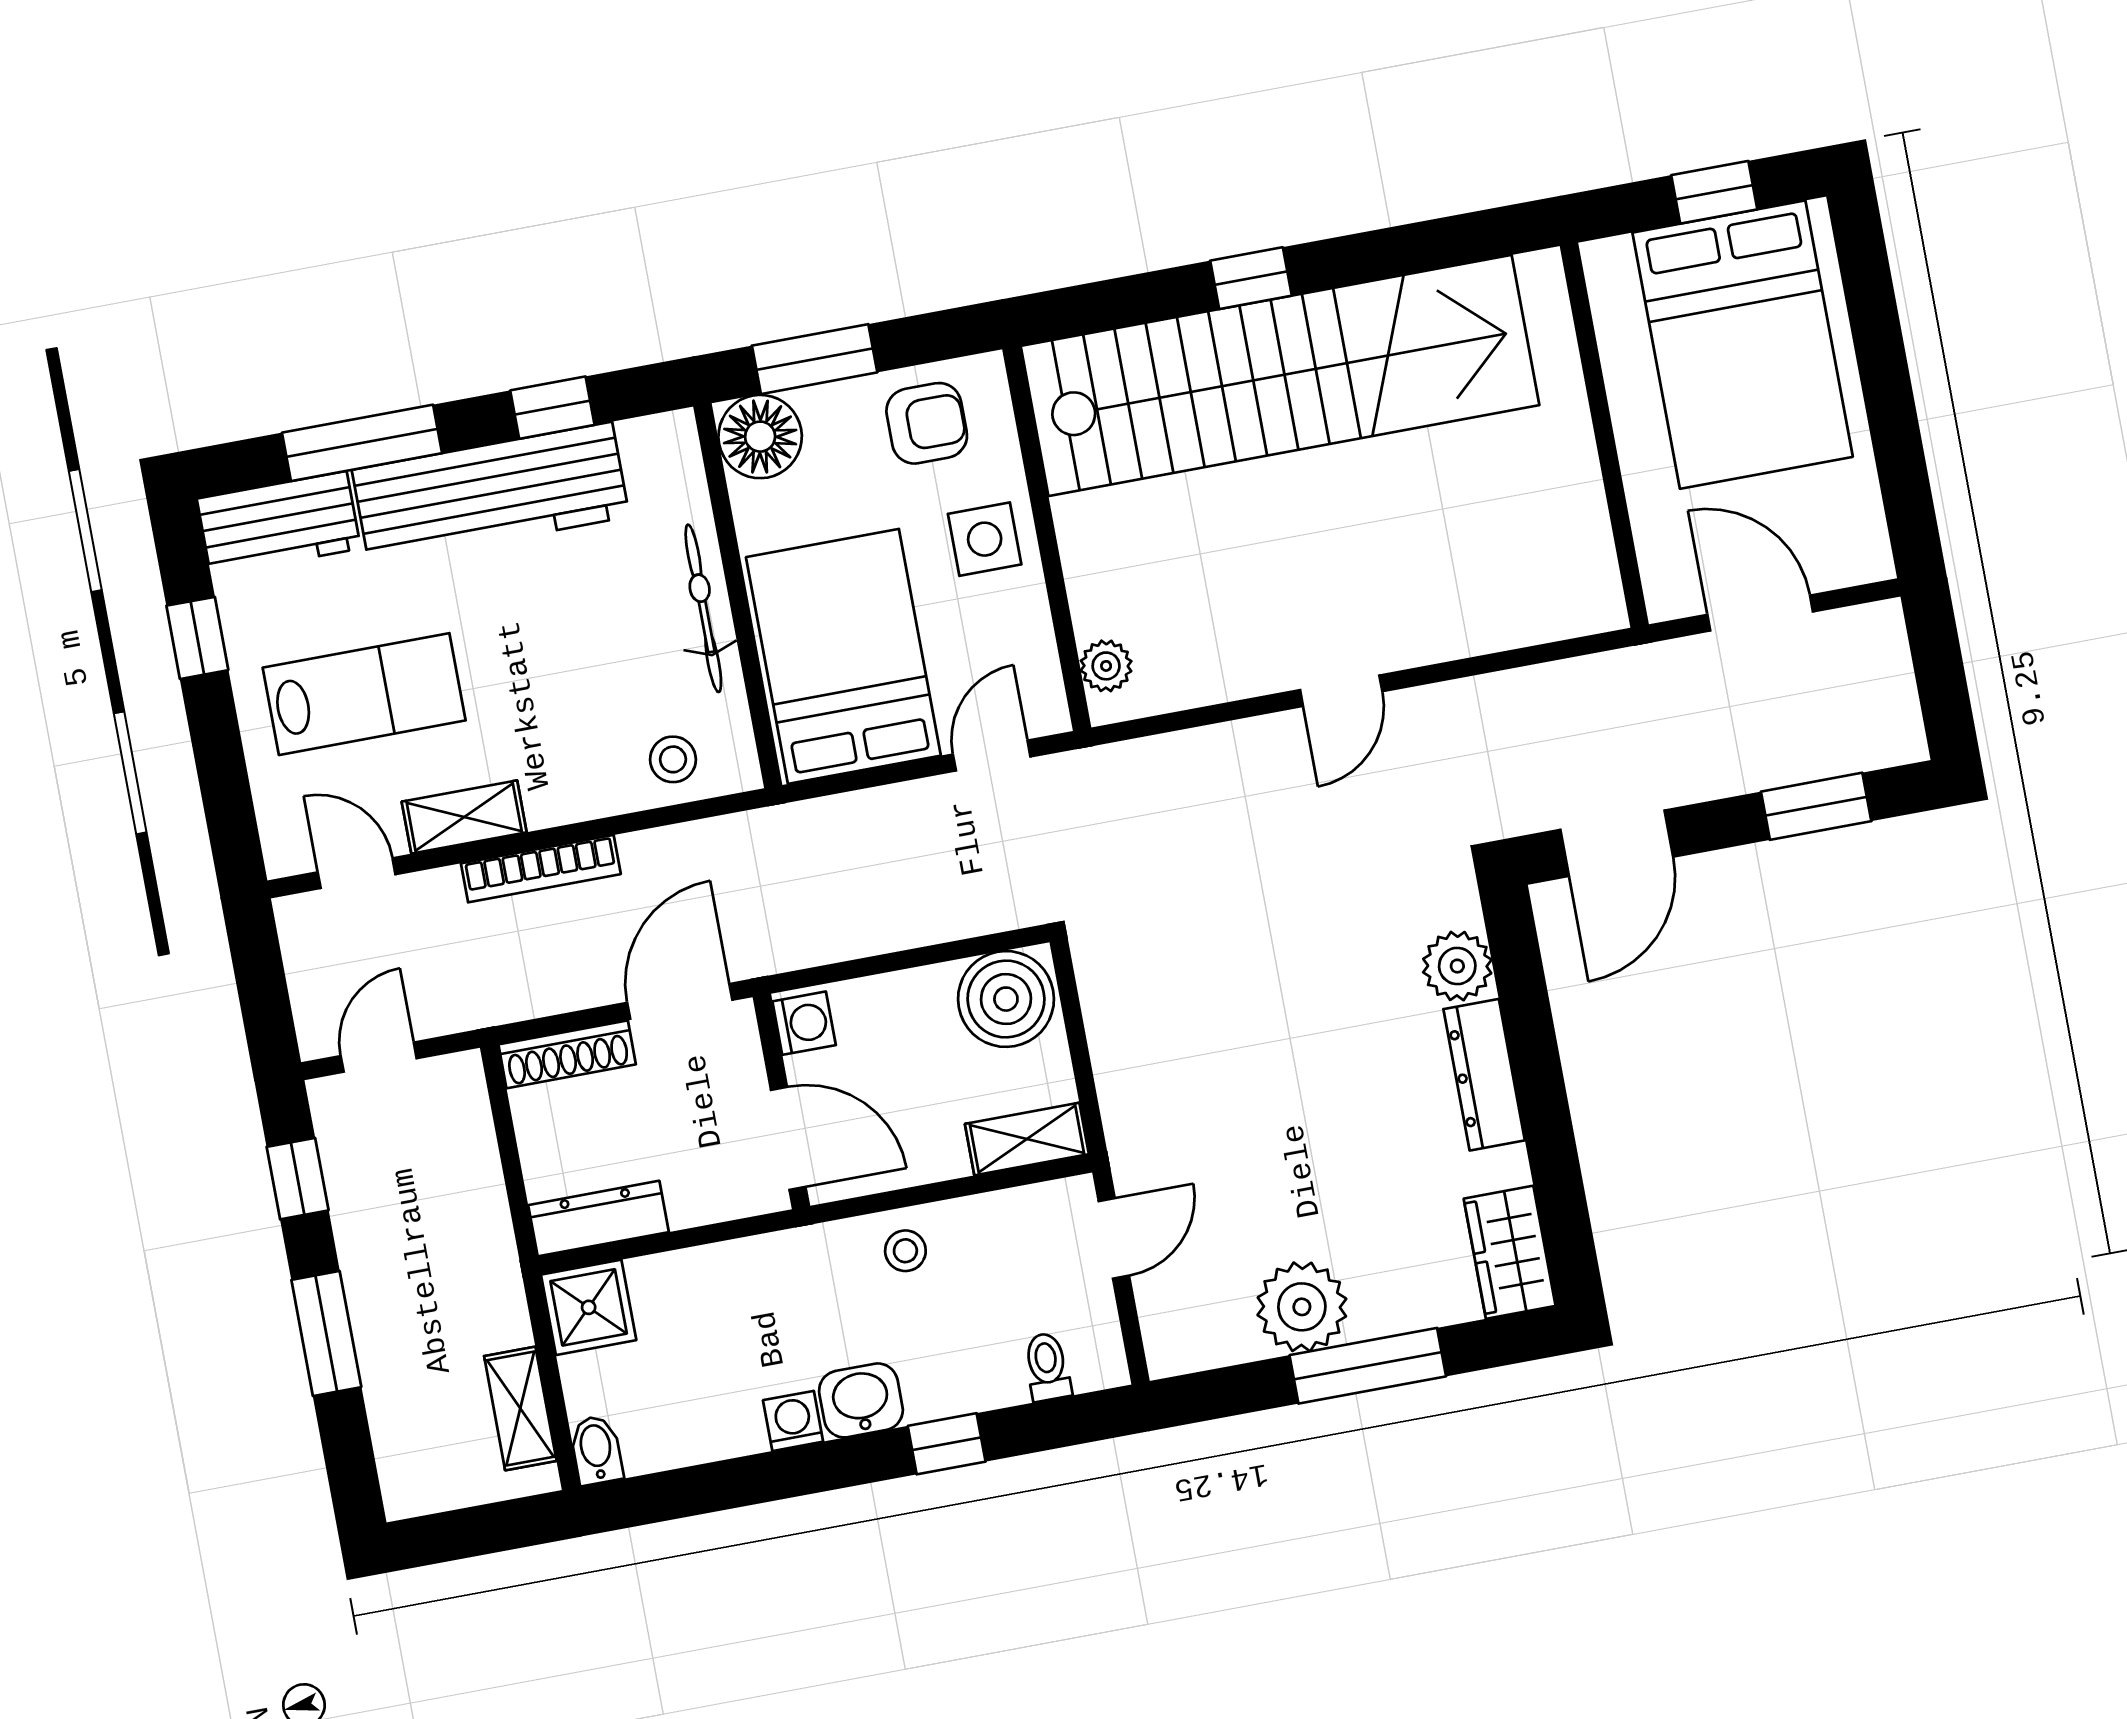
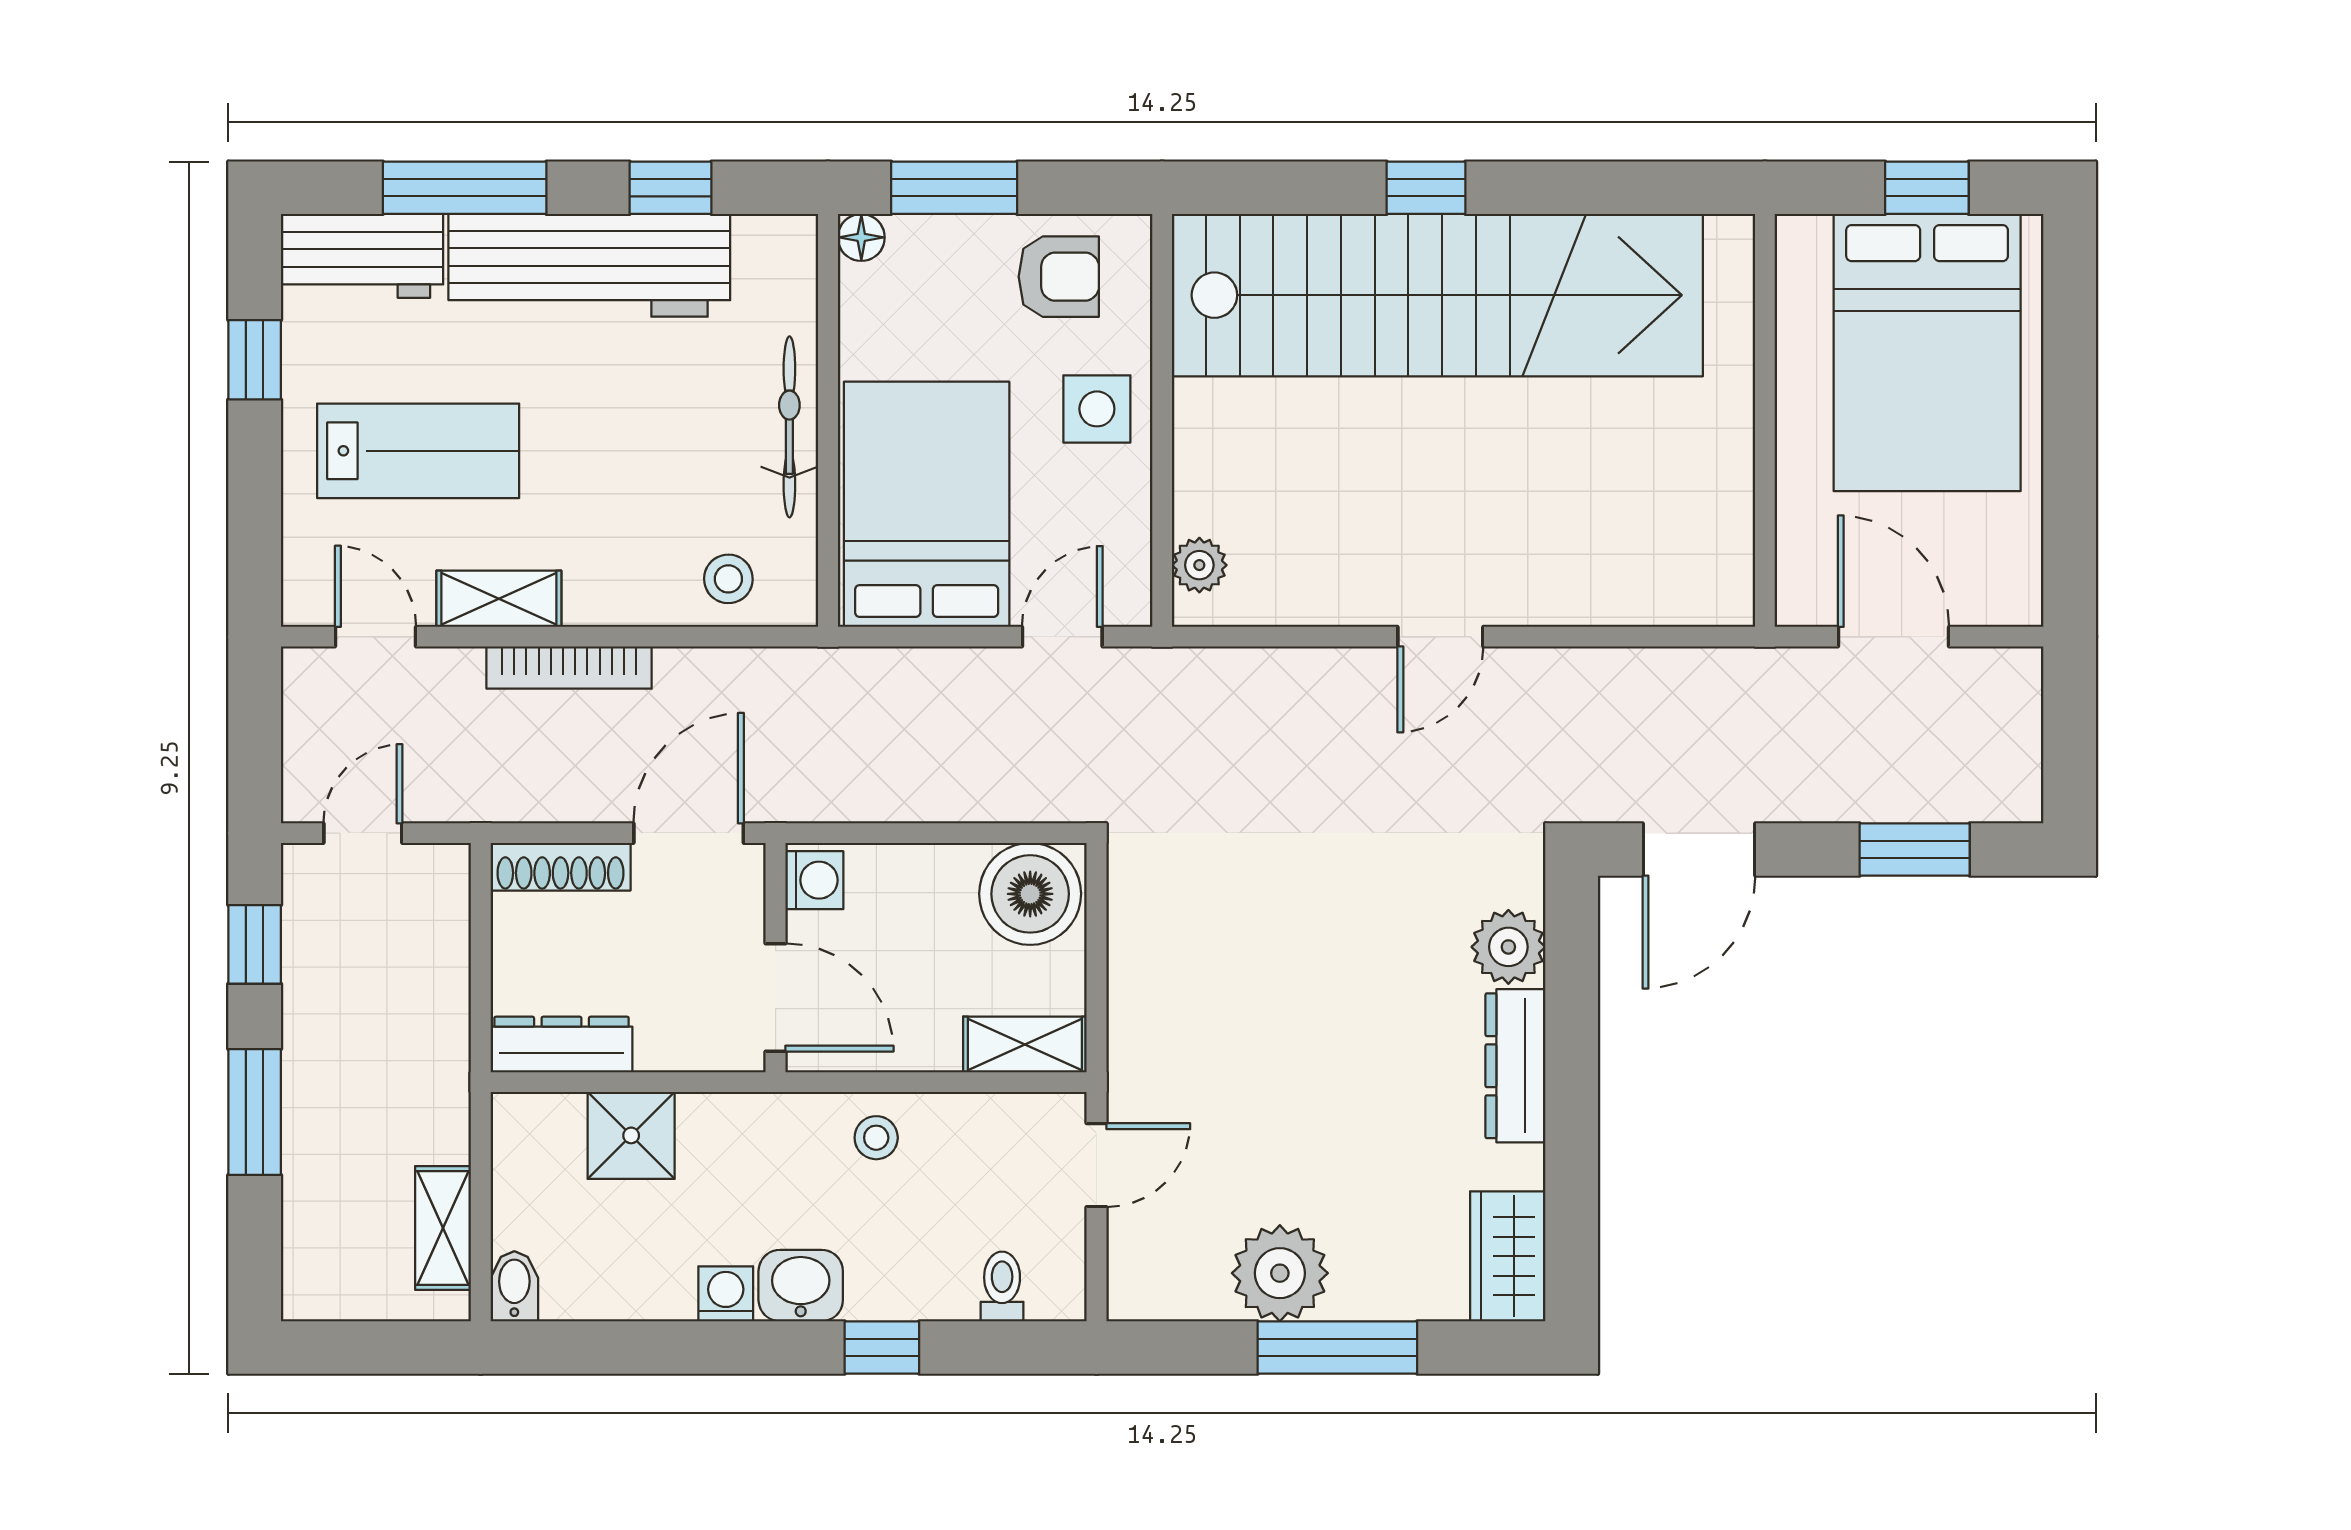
floor lamp: (760, 437) -> (861, 237), width x0.53, depth x0.53
shower: (589, 1307) -> (631, 1135), moved

